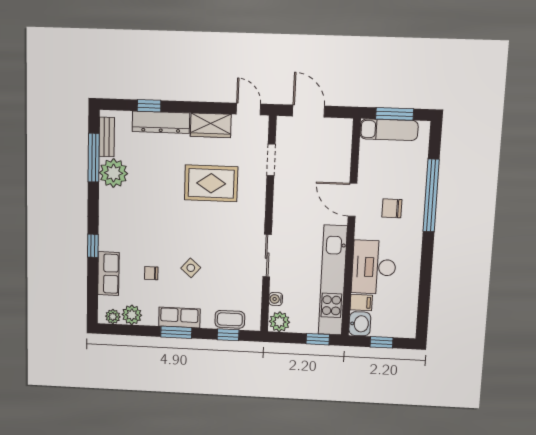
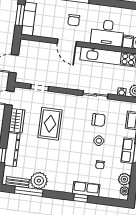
door: (352, 200) -> (67, 42), hinge flipped
chair: (225, 265) -> (99, 120), added
row of seats: (108, 274) -> (86, 189), moved

